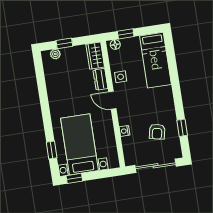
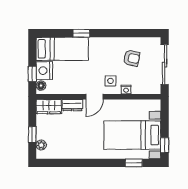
nightstand: (131, 46) -> (44, 71), added
side table: (121, 77) -> (110, 81), moved
window: (182, 128) -> (81, 33), moved

